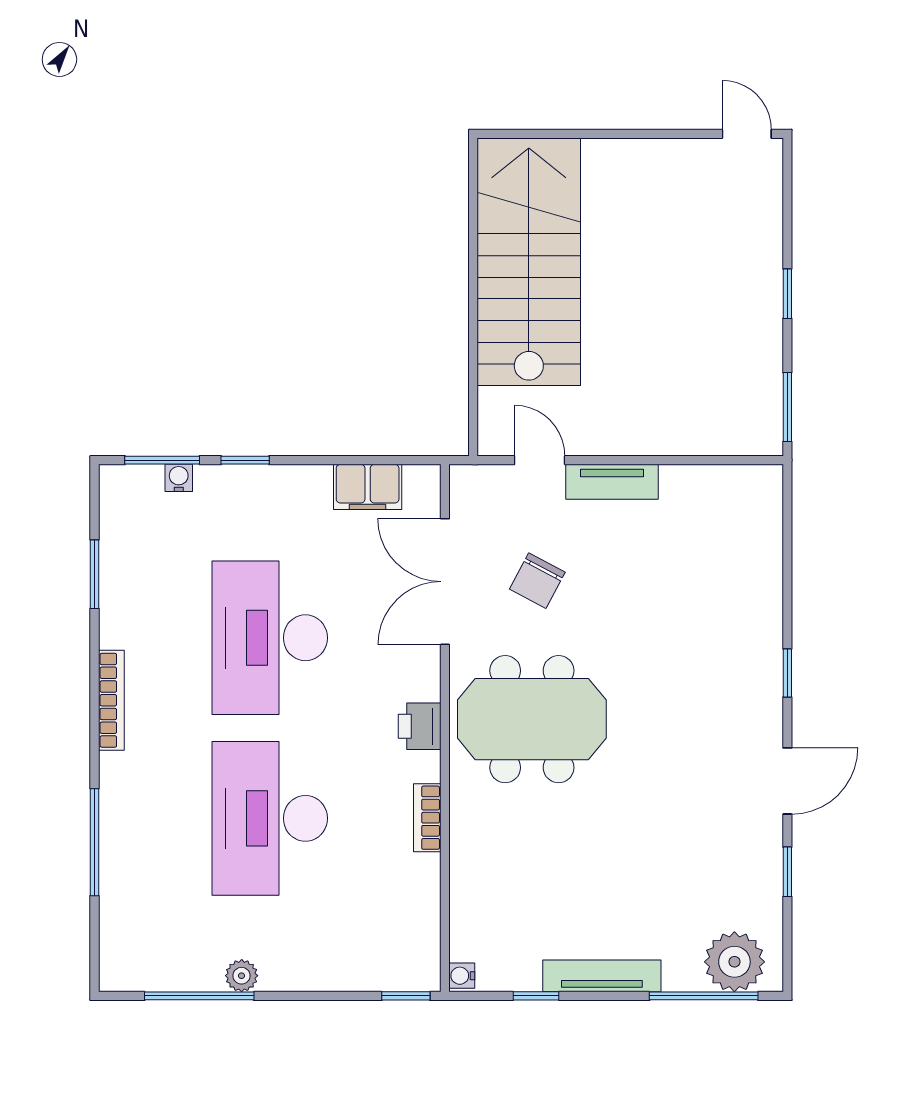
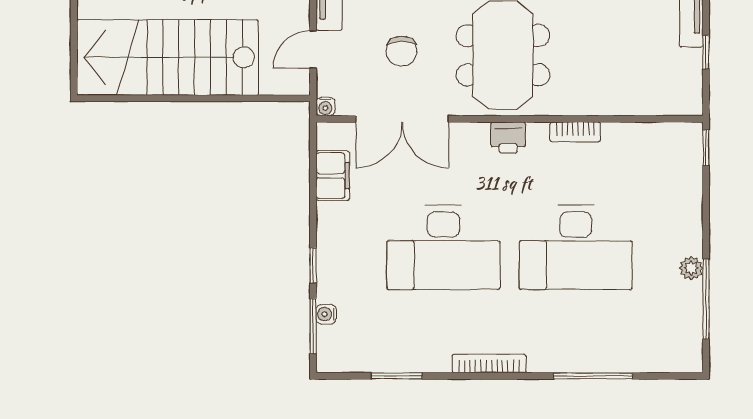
chair: (537, 581) -> (401, 51), turned 62
water cooler: (462, 976) -> (325, 107), moved

